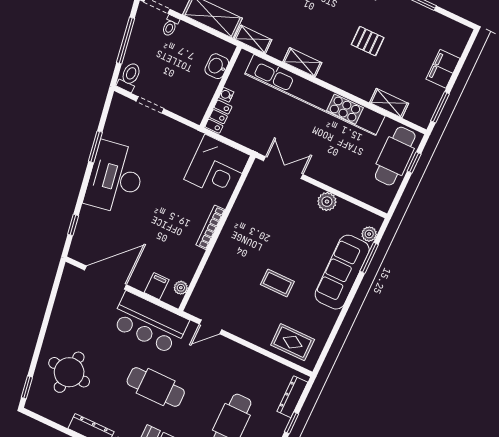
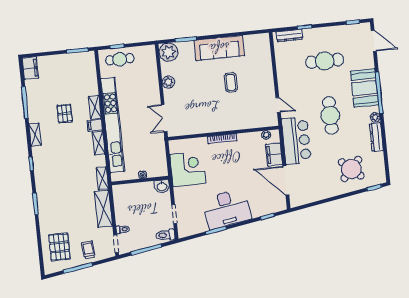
washbasin: (217, 66) -> (162, 186), moved
filing cabinet: (443, 69) -> (30, 68), moved, turned -90
filing cabinet: (328, 71) -> (95, 125), added
shelving: (389, 103) -> (95, 107), moved
locker: (218, 117) -> (157, 172), removed
cafe table: (395, 156) -> (120, 59), width x0.73, depth x0.74
corner desk: (217, 167) -> (188, 169), moved
plant: (369, 234) -> (168, 52), width x1.88, depth x1.88
sofa: (342, 272) -> (219, 48), moved
filing cabinet: (157, 286) -> (274, 154), width x2.00
rug: (293, 342) -> (259, 54), removed
round table: (69, 372) -> (351, 169), turned 35

